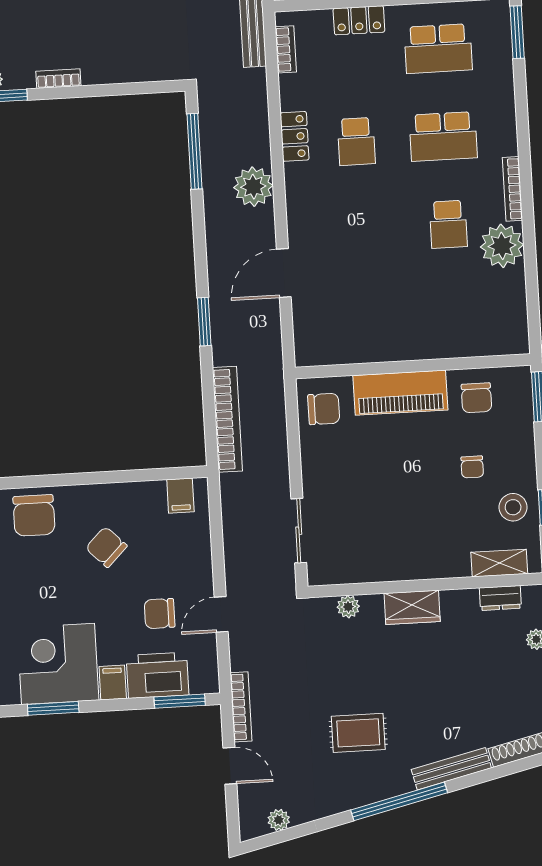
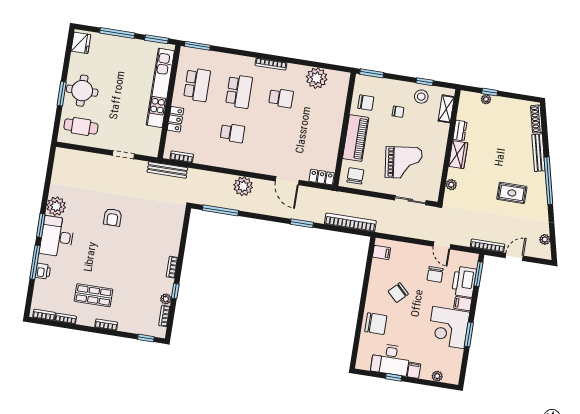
locker: (295, 136) -> (322, 177), moved
plant: (502, 246) -> (317, 78), moved
grand piano: (372, 501) -> (404, 163), added
dresser: (500, 598) -> (460, 130), moved
rug: (358, 733) -> (512, 193), turned 90

